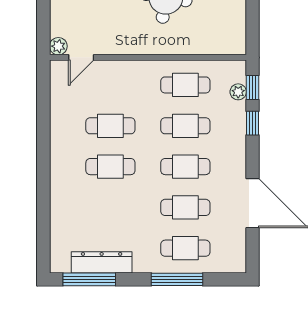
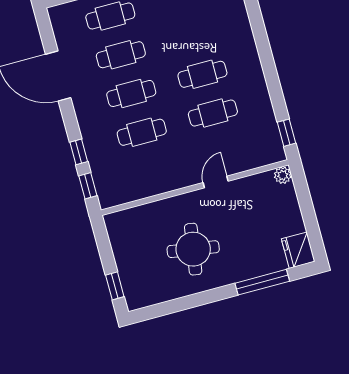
door: (81, 57) -> (216, 182), moved
cafe table: (185, 85) -> (152, 171), removed
window: (43, 87) -> (287, 133), added
plant: (238, 92) -> (100, 178), removed

